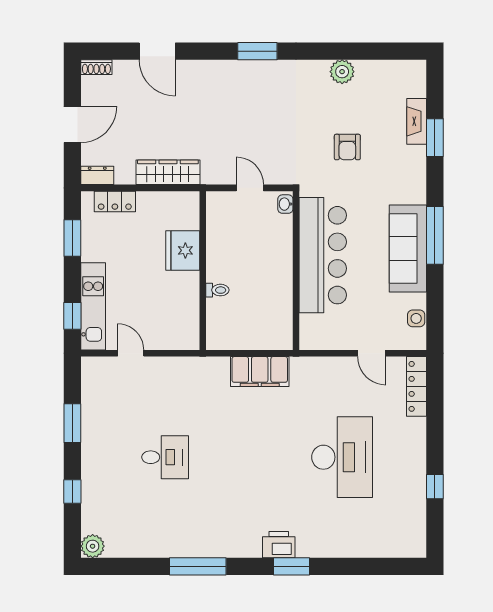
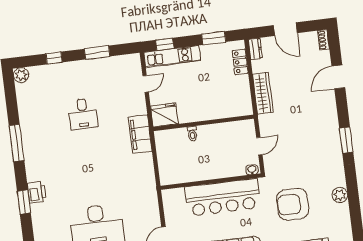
armchair: (347, 147) -> (293, 204), width x1.88, depth x1.88
fridge: (183, 250) -> (164, 115), moved
filing cabinet: (260, 372) -> (140, 134), moved

